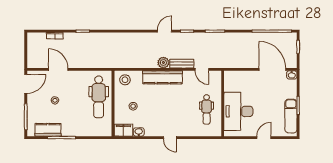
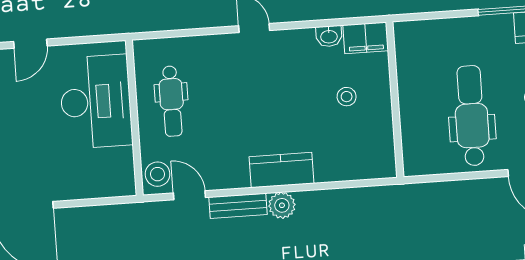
kitchen counter: (163, 77) -> (282, 170), width x0.67
stool: (125, 80) -> (158, 174), moved
dental chair: (99, 97) -> (472, 116), moved
dental chair: (207, 109) -> (172, 101), turned 180

